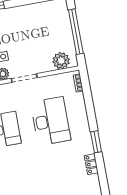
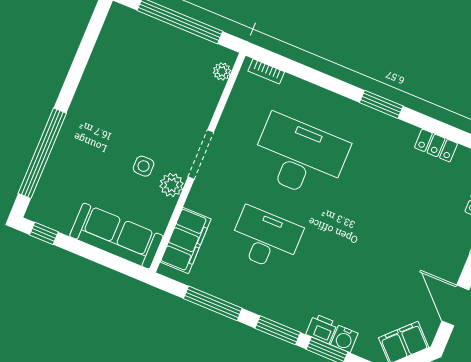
plant: (61, 61) -> (222, 71), width x0.53, depth x0.53
locker: (91, 164) -> (436, 146), moved

